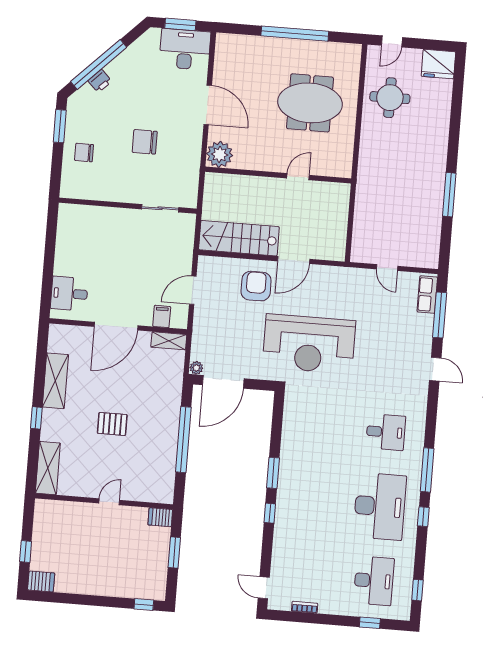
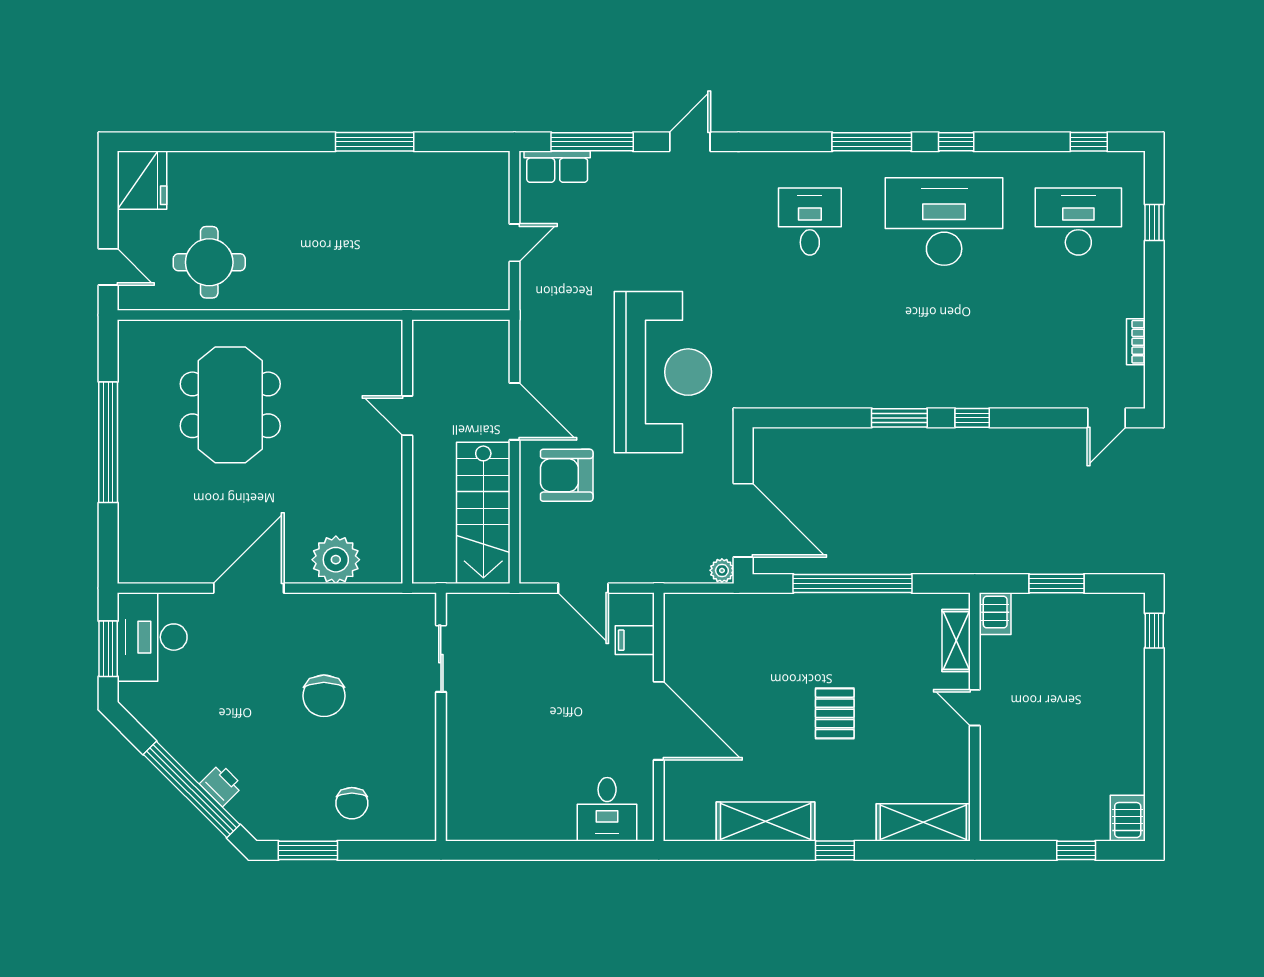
wall: (278, 175) -> (407, 452), moved
door: (298, 177) -> (407, 416), moved
shelving: (169, 341) -> (956, 640), moved

